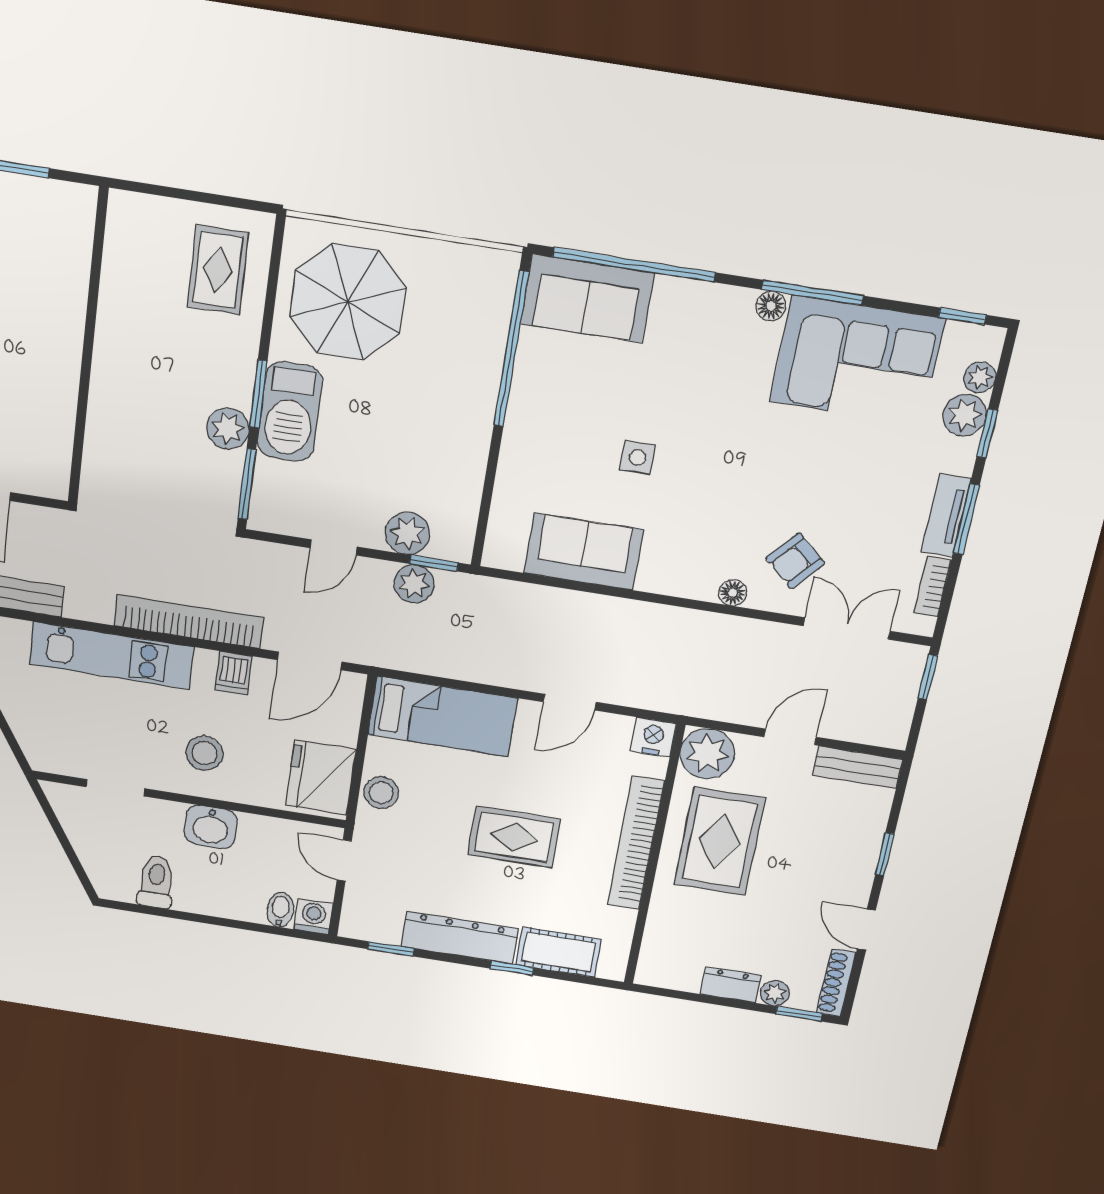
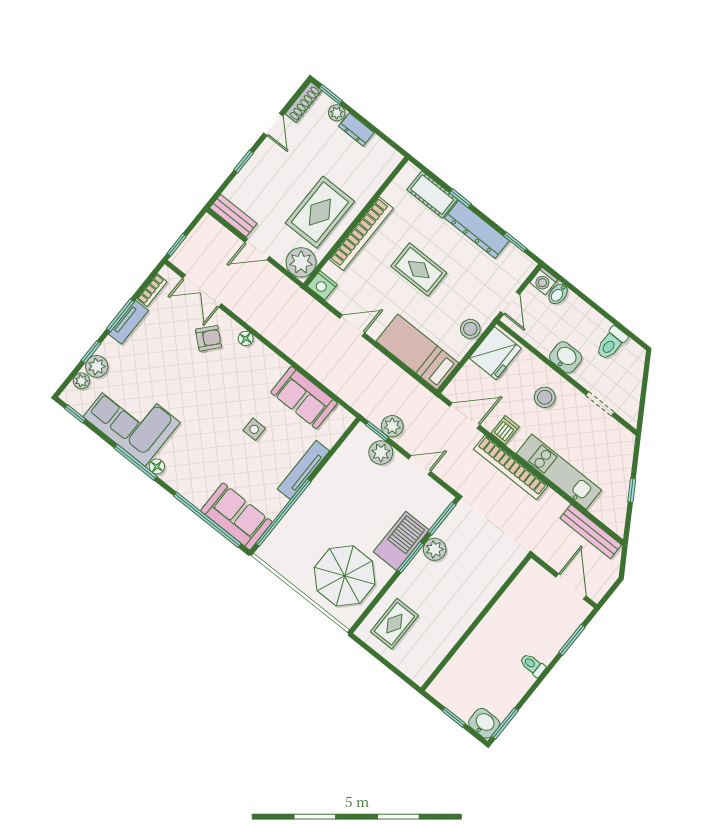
tv unit: (518, 437) -> (303, 470), added

